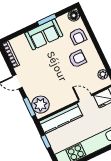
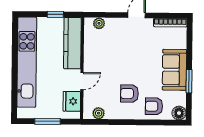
armchair: (77, 59) -> (129, 94), turned 90
plant: (40, 105) -> (99, 23), width x0.53, depth x0.53
window: (29, 107) -> (102, 15), removed

